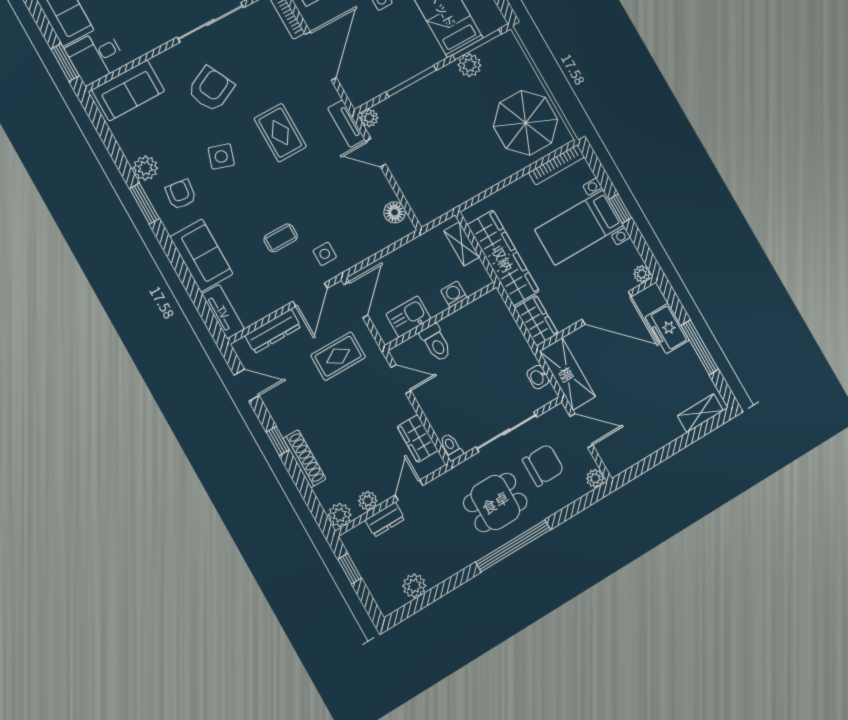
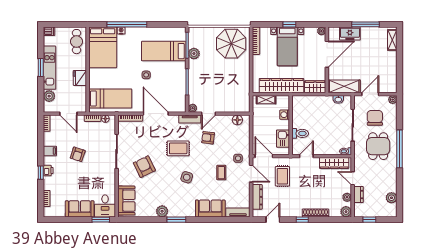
side table: (221, 156) -> (187, 177), moved
armchair: (181, 194) -> (208, 138), moved
wardrobe: (418, 439) -> (334, 163), width x1.50

